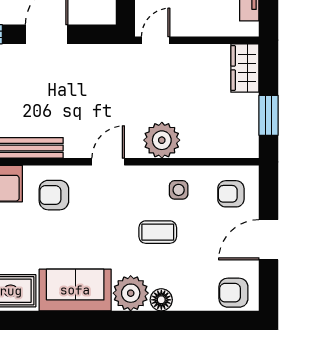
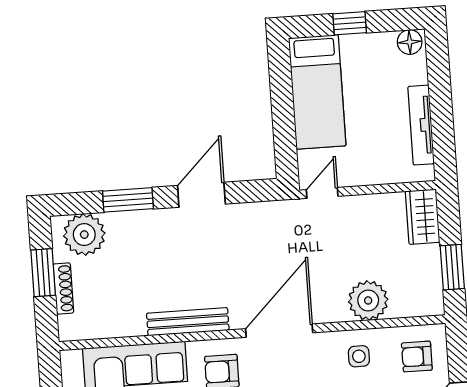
plant: (162, 140) -> (368, 300), moved
door: (108, 162) -> (279, 331), width x1.87

